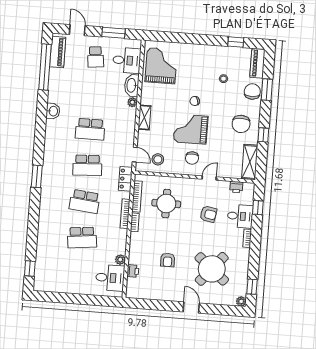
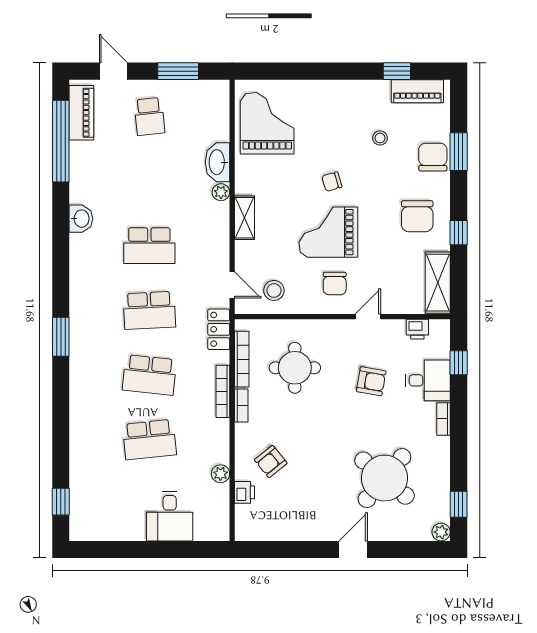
desk: (127, 60) -> (205, 118), removed
piano: (257, 63) -> (417, 91), moved, turned -90
armchair: (168, 260) -> (271, 462), moved, turned 51
desk: (110, 278) -> (170, 516), moved, turned 90
door: (191, 307) -> (353, 550), hinge flipped

